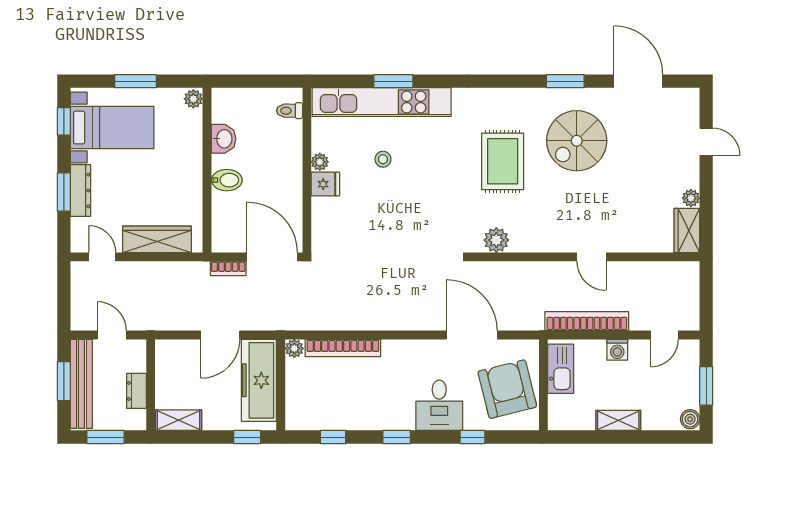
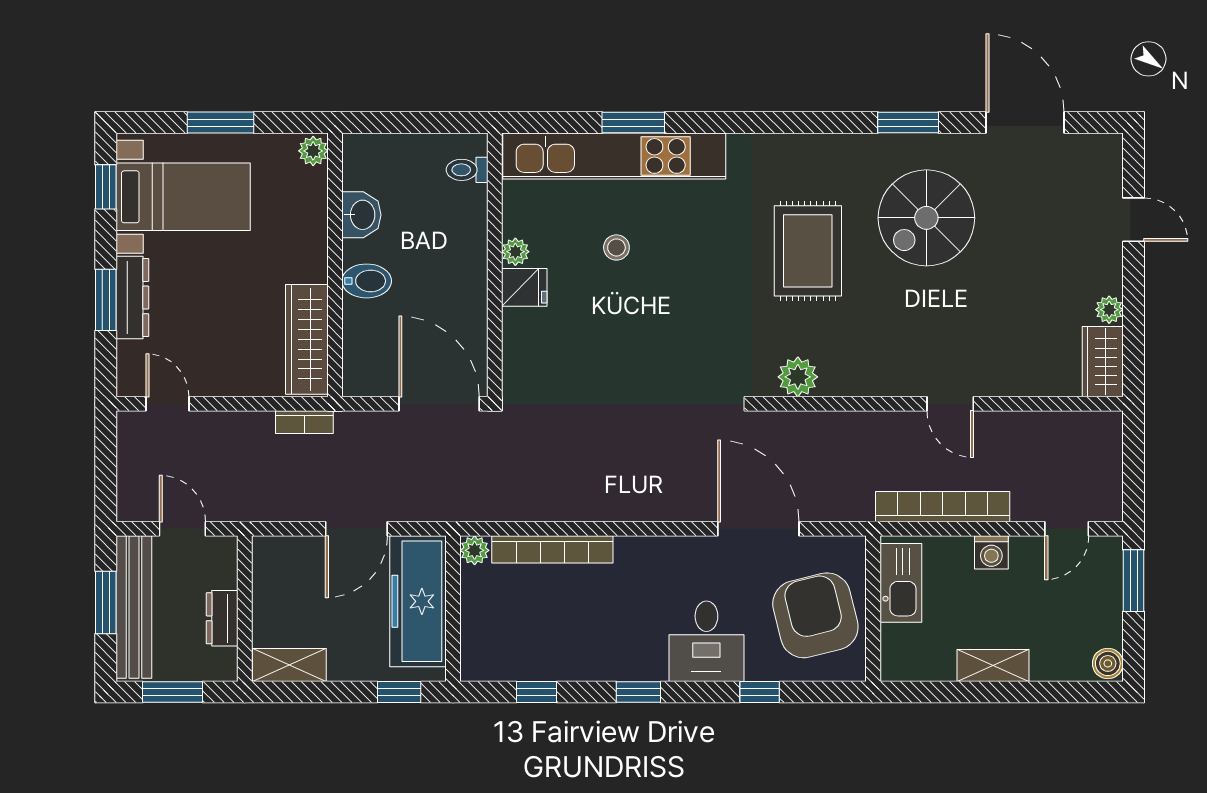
wardrobe: (157, 239) -> (307, 339), moved, turned -90
bookcase: (228, 268) -> (304, 422), moved
window: (706, 386) -> (1134, 581), moved

